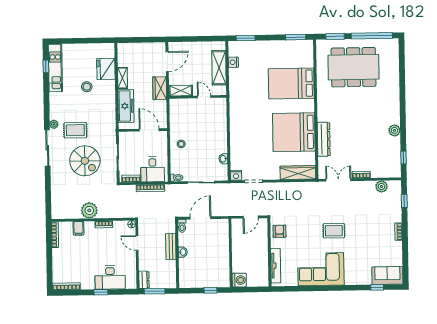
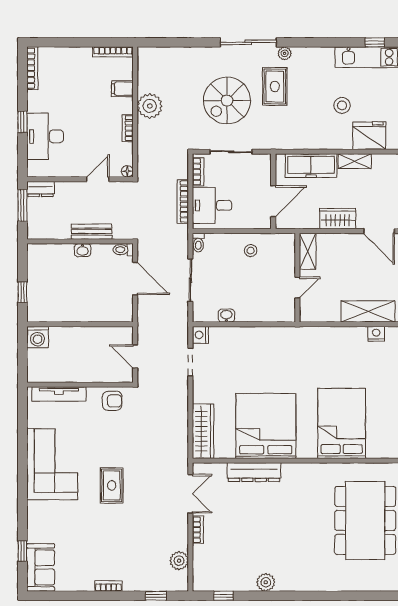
shelving: (181, 91) -> (308, 251), moved
wall: (198, 97) -> (297, 278), moved
door: (204, 97) -> (297, 287), moved

